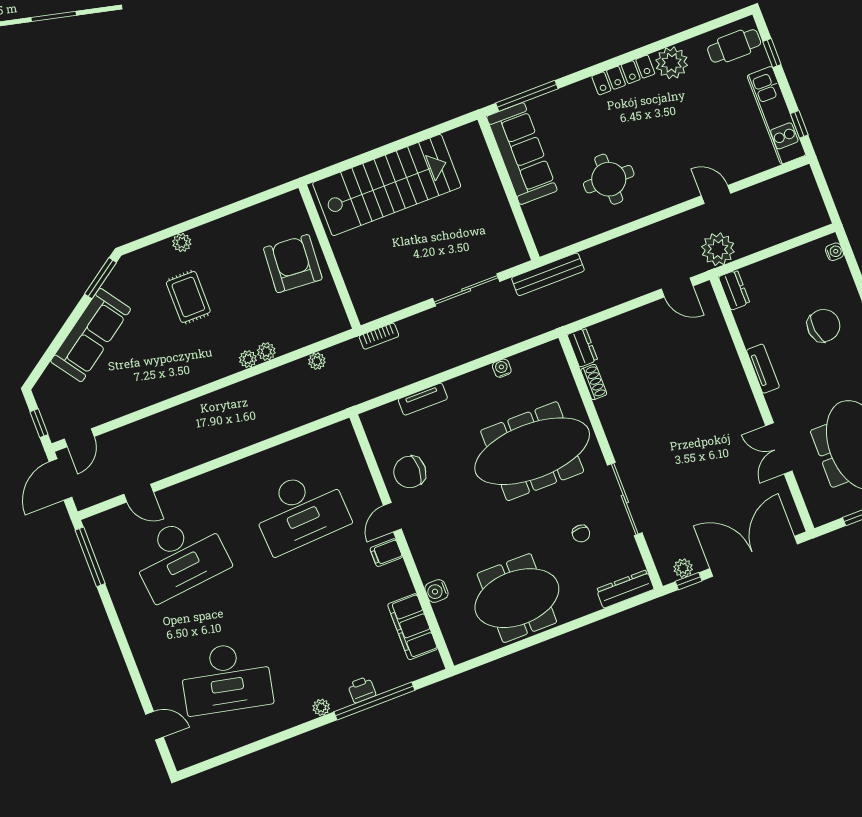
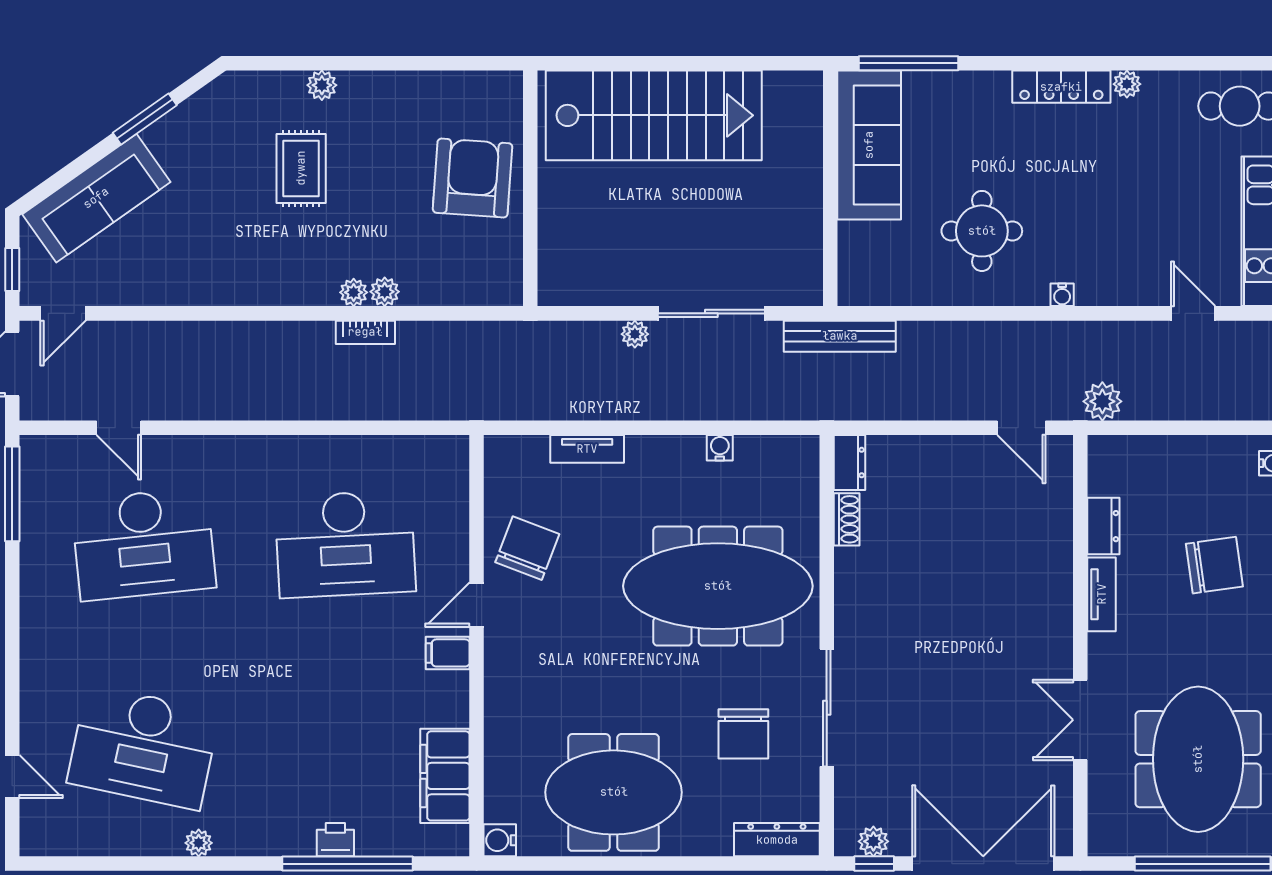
plant: (672, 63) -> (1127, 84), width x0.53, depth x0.53
door: (716, 195) -> (1193, 313), moved
water cooler: (671, 199) -> (1062, 295), added
plant: (718, 249) -> (1102, 401), width x0.73, depth x0.73
window: (100, 278) -> (145, 119), moved
dresser: (734, 290) -> (1103, 526), moved
sofa: (91, 335) -> (96, 198), moved
bookcase: (379, 336) -> (365, 332), moved
plant: (317, 361) -> (635, 334), moved
chair: (410, 472) -> (527, 548), turned 109
chair: (581, 534) -> (743, 734), width x1.87, depth x1.87
water cooler: (436, 591) -> (500, 840), moved
plant: (321, 707) -> (199, 843), moved

